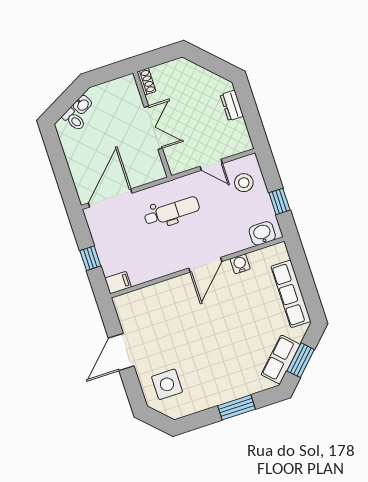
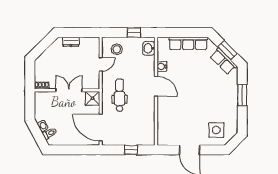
shower: (153, 170) -> (92, 98), added
filing cabinet: (118, 283) -> (150, 139), removed

